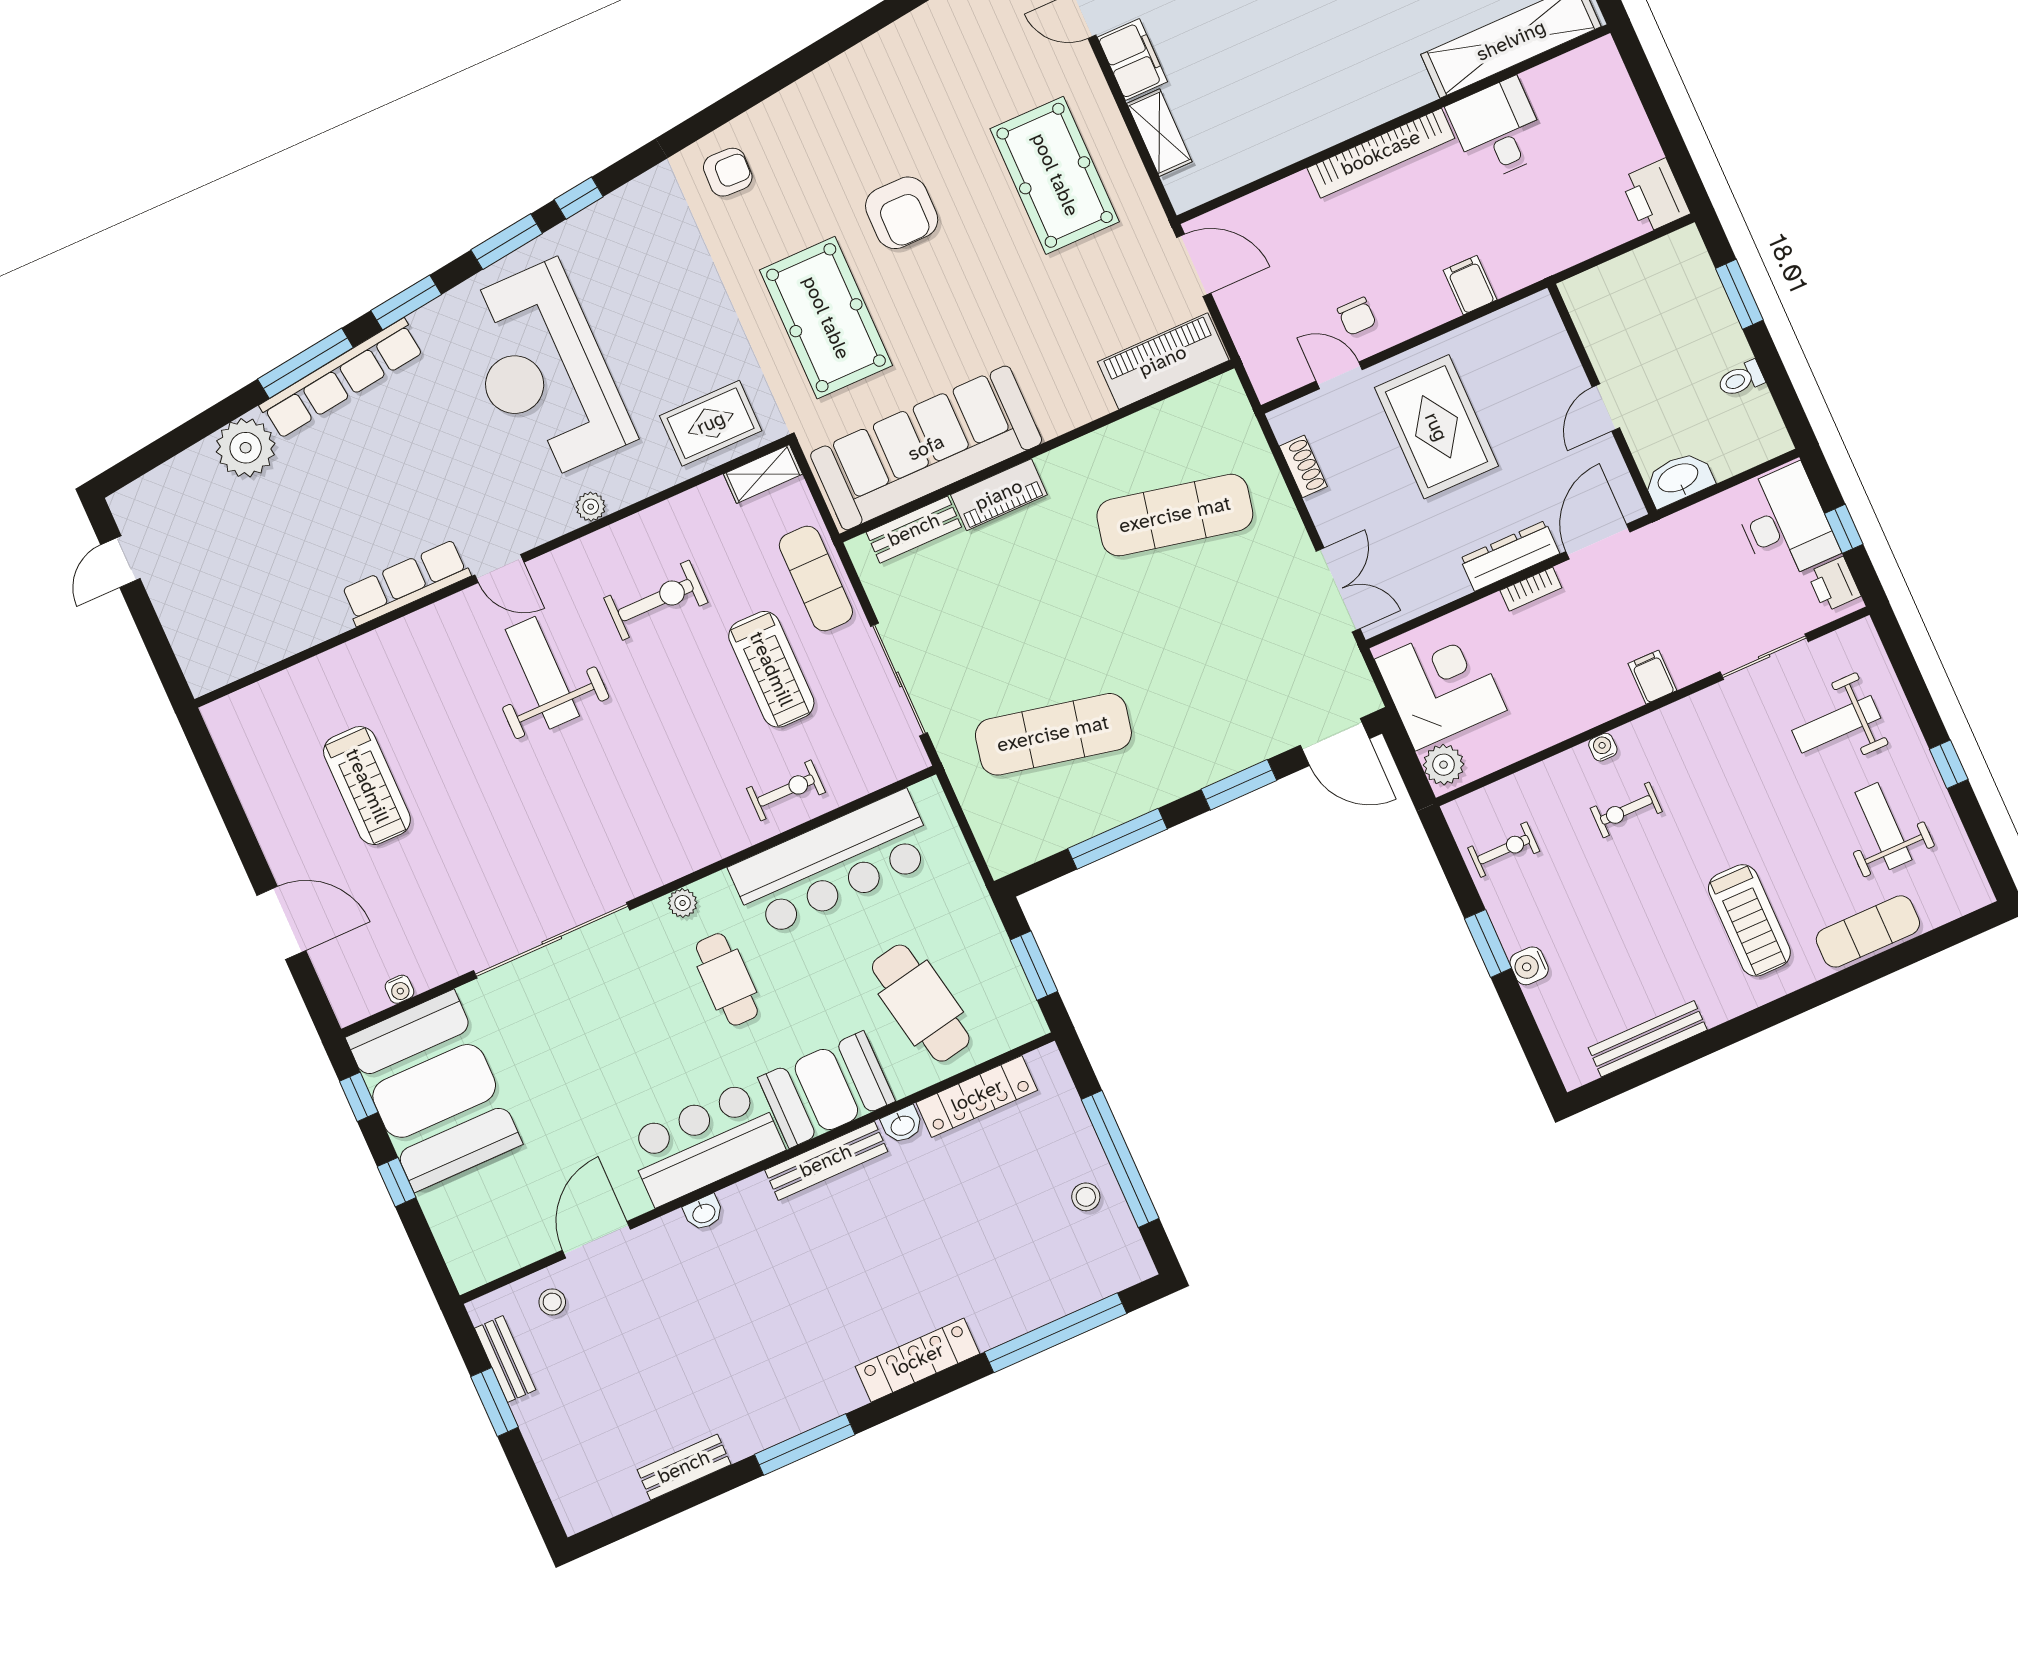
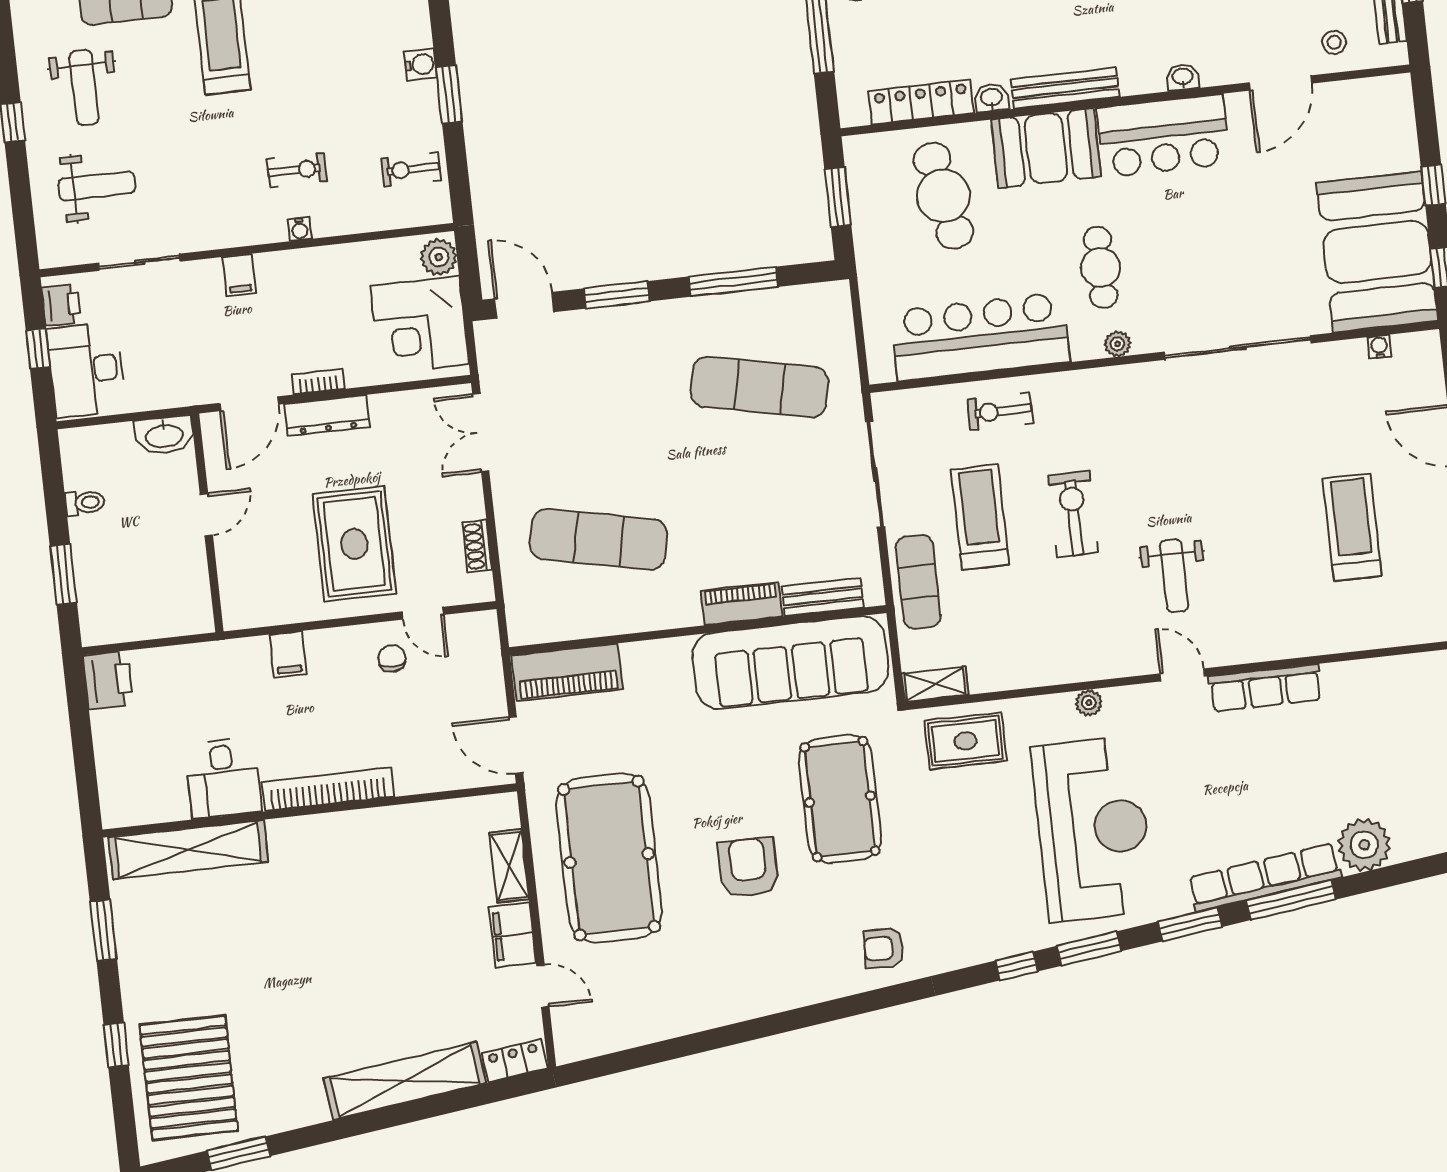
pool table: (1055, 175) -> (609, 858), width x1.36, depth x1.32
exercise bike: (656, 600) -> (1073, 514), moved, turned 90
weight bench: (542, 673) -> (1174, 576), width x0.73, depth x0.75

